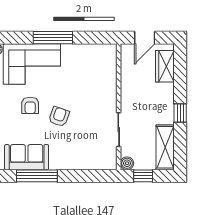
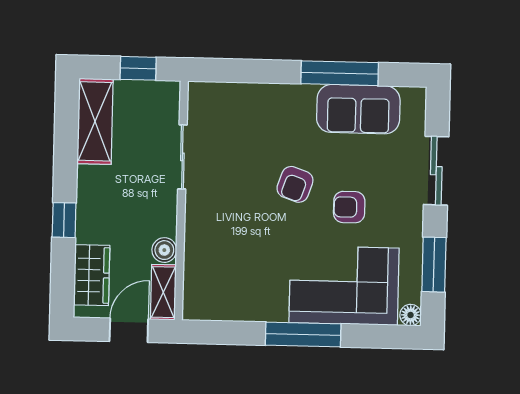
shelving: (127, 58) -> (163, 292), added
armchair: (30, 105) -> (349, 207), turned -90
window: (180, 113) -> (64, 220), moved
boiler: (127, 163) -> (164, 250), moved

